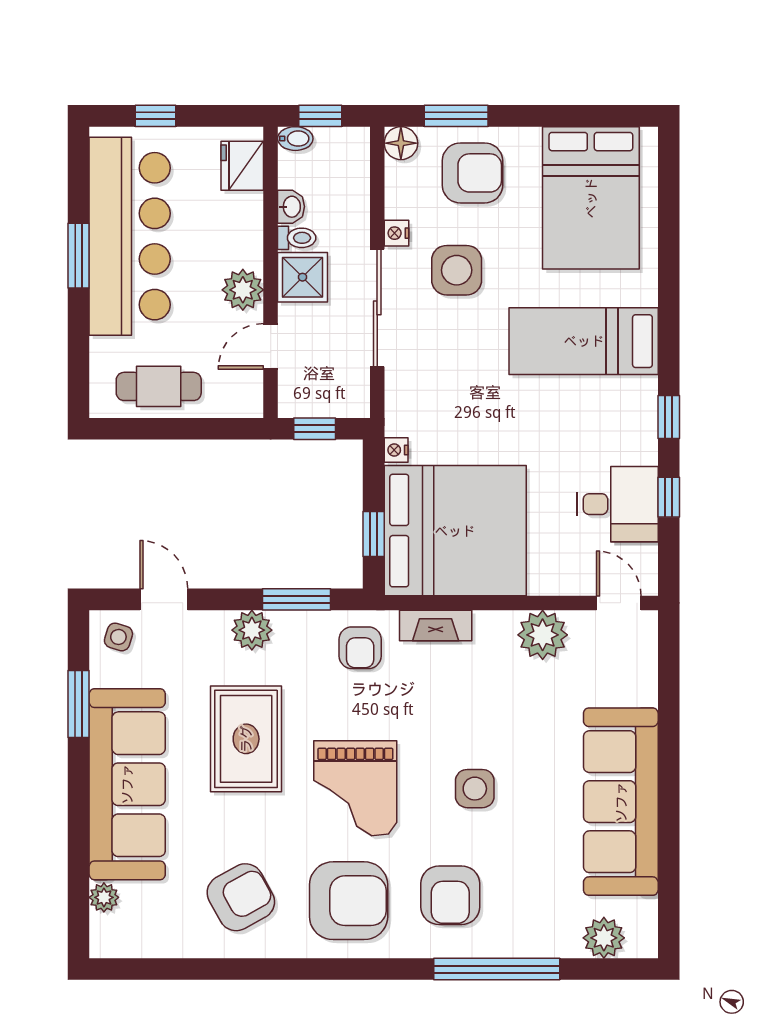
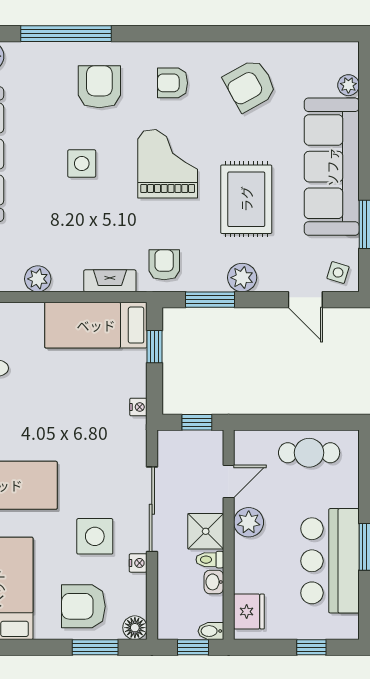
bar counter: (130, 236) -> (330, 561), width x0.73
bed: (455, 531) -> (96, 325), width x0.49
plant: (543, 635) -> (38, 279), width x0.73, depth x0.73
armchair: (349, 901) -> (172, 83), width x0.53, depth x0.53

